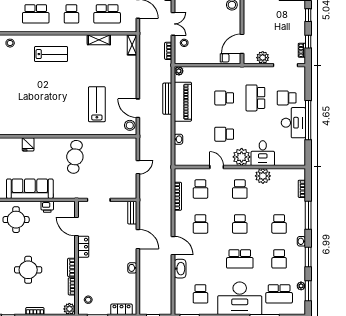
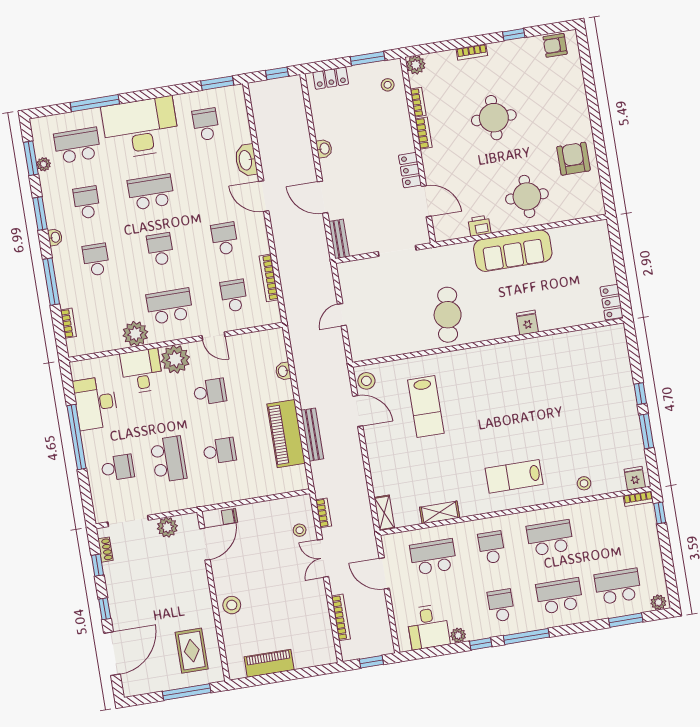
plant: (179, 71) -> (301, 483), removed
desk: (293, 123) -> (96, 403), moved
school desk: (240, 189) -> (170, 306), width x1.85

